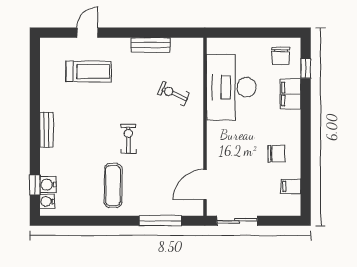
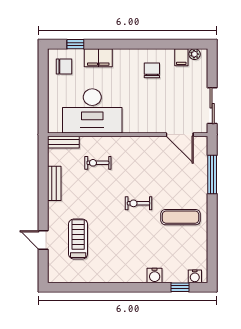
exercise bike: (173, 94) -> (98, 163), turned 66
bench: (47, 130) -> (63, 142), moved
water cooler: (48, 185) -> (155, 275), moved
plant: (294, 201) -> (195, 54), added

